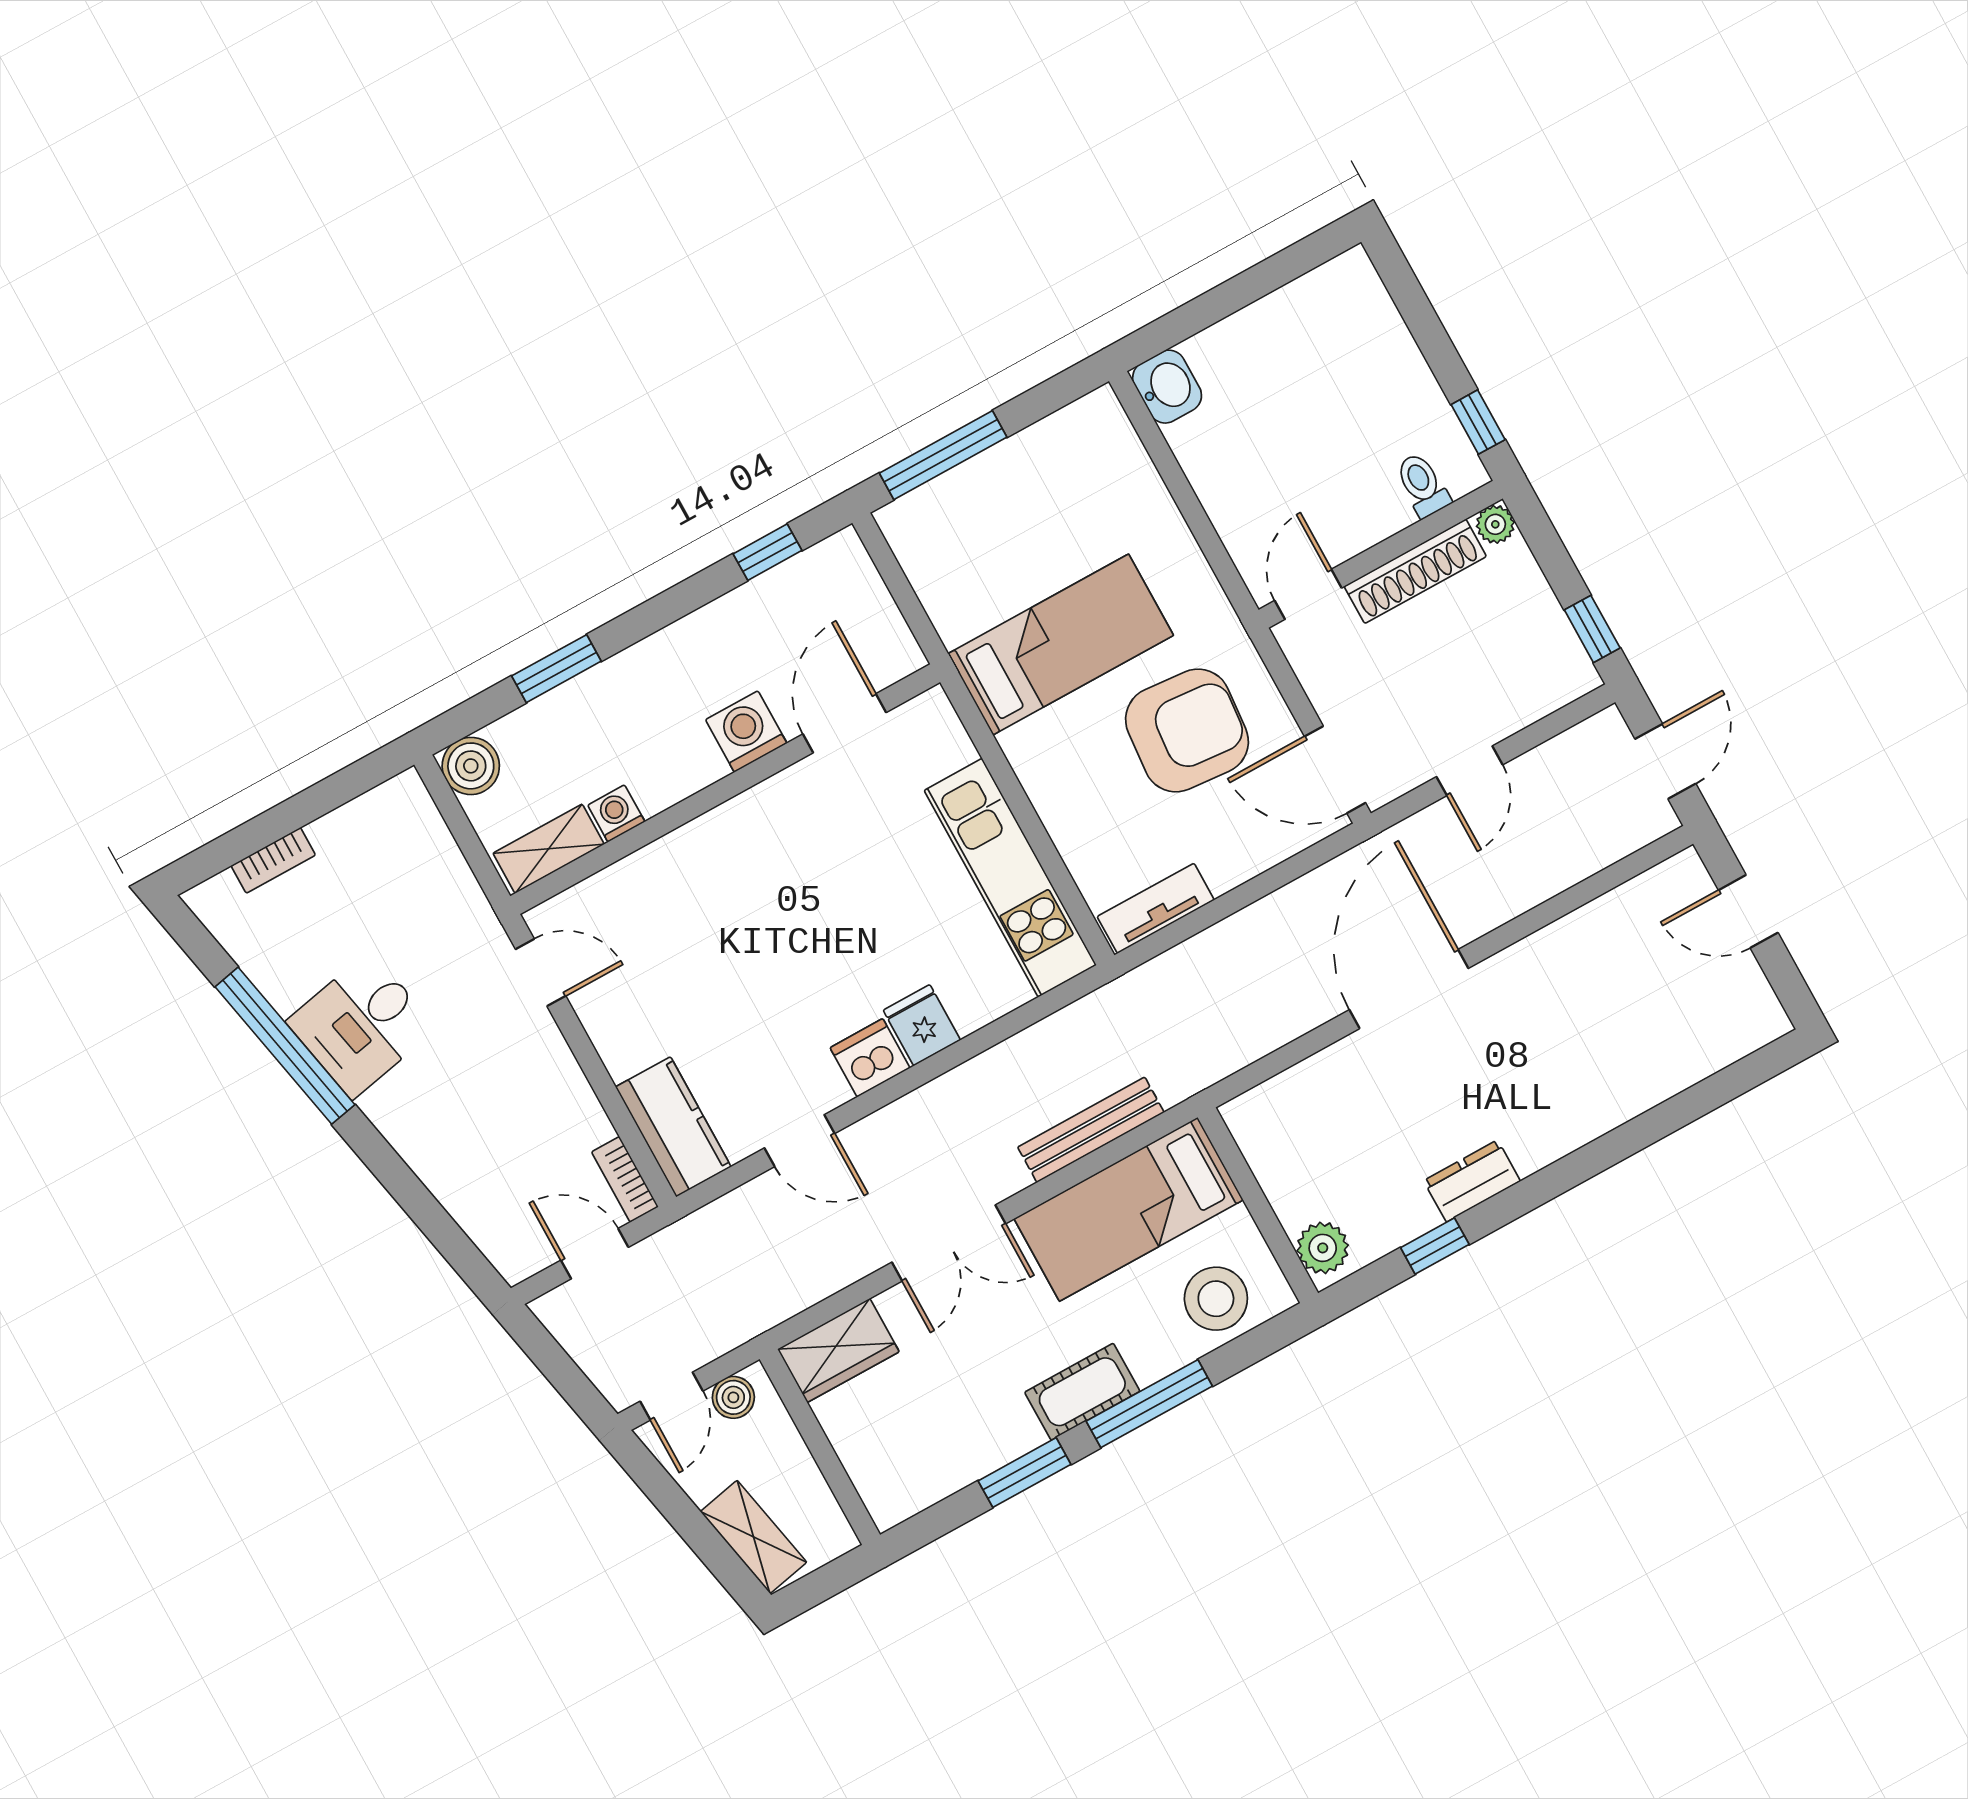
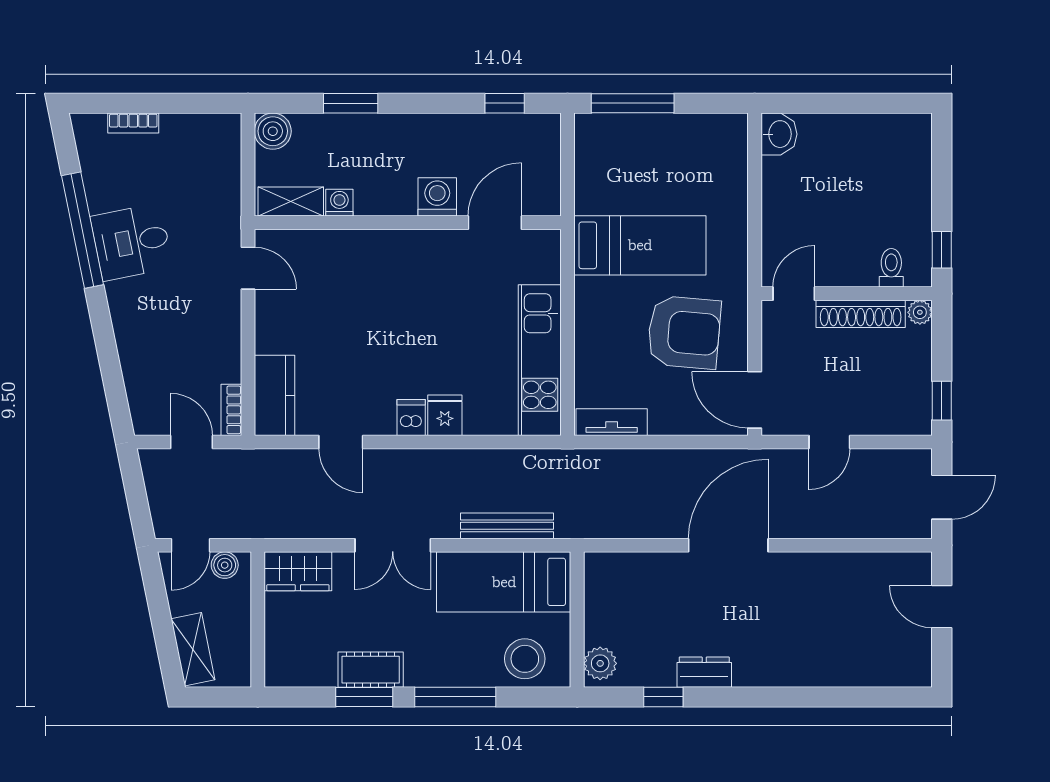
dishwasher: (870, 1058) -> (411, 417), width x0.73
cot: (1082, 1392) -> (371, 670), moved

